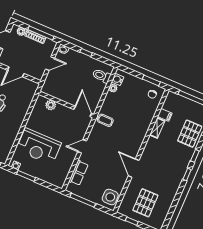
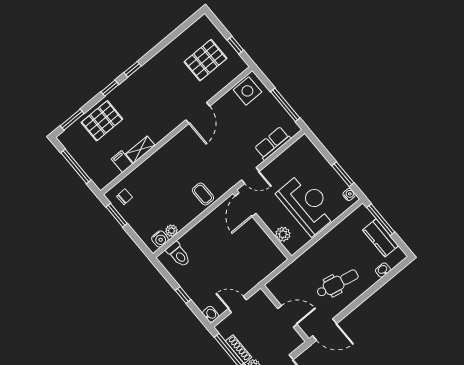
wall: (66, 104) -> (262, 225), moved
plant: (51, 105) -> (283, 234), moved
door: (83, 111) -> (246, 205), moved

